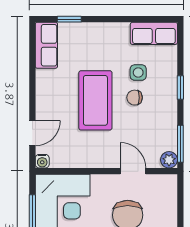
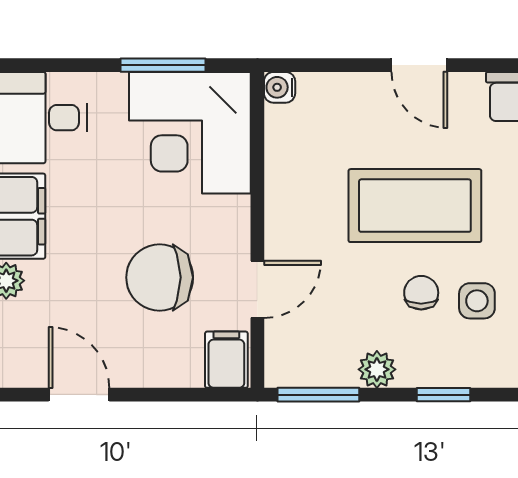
door: (32, 133) -> (419, 65), moved
plant: (169, 160) -> (377, 369), moved
filing cabinet: (165, 185) -> (226, 360), added

